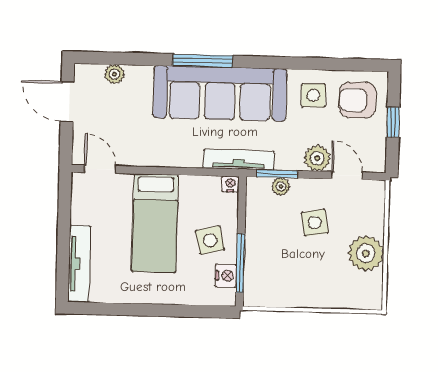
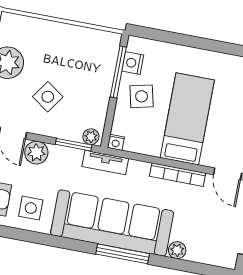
plant: (114, 74) -> (177, 250), moved
bookcase: (156, 159) -> (178, 175), added
tv unit: (239, 160) -> (105, 162), width x0.71
plant: (281, 186) -> (91, 137), moved
side table: (315, 223) -> (48, 97), turned 45

